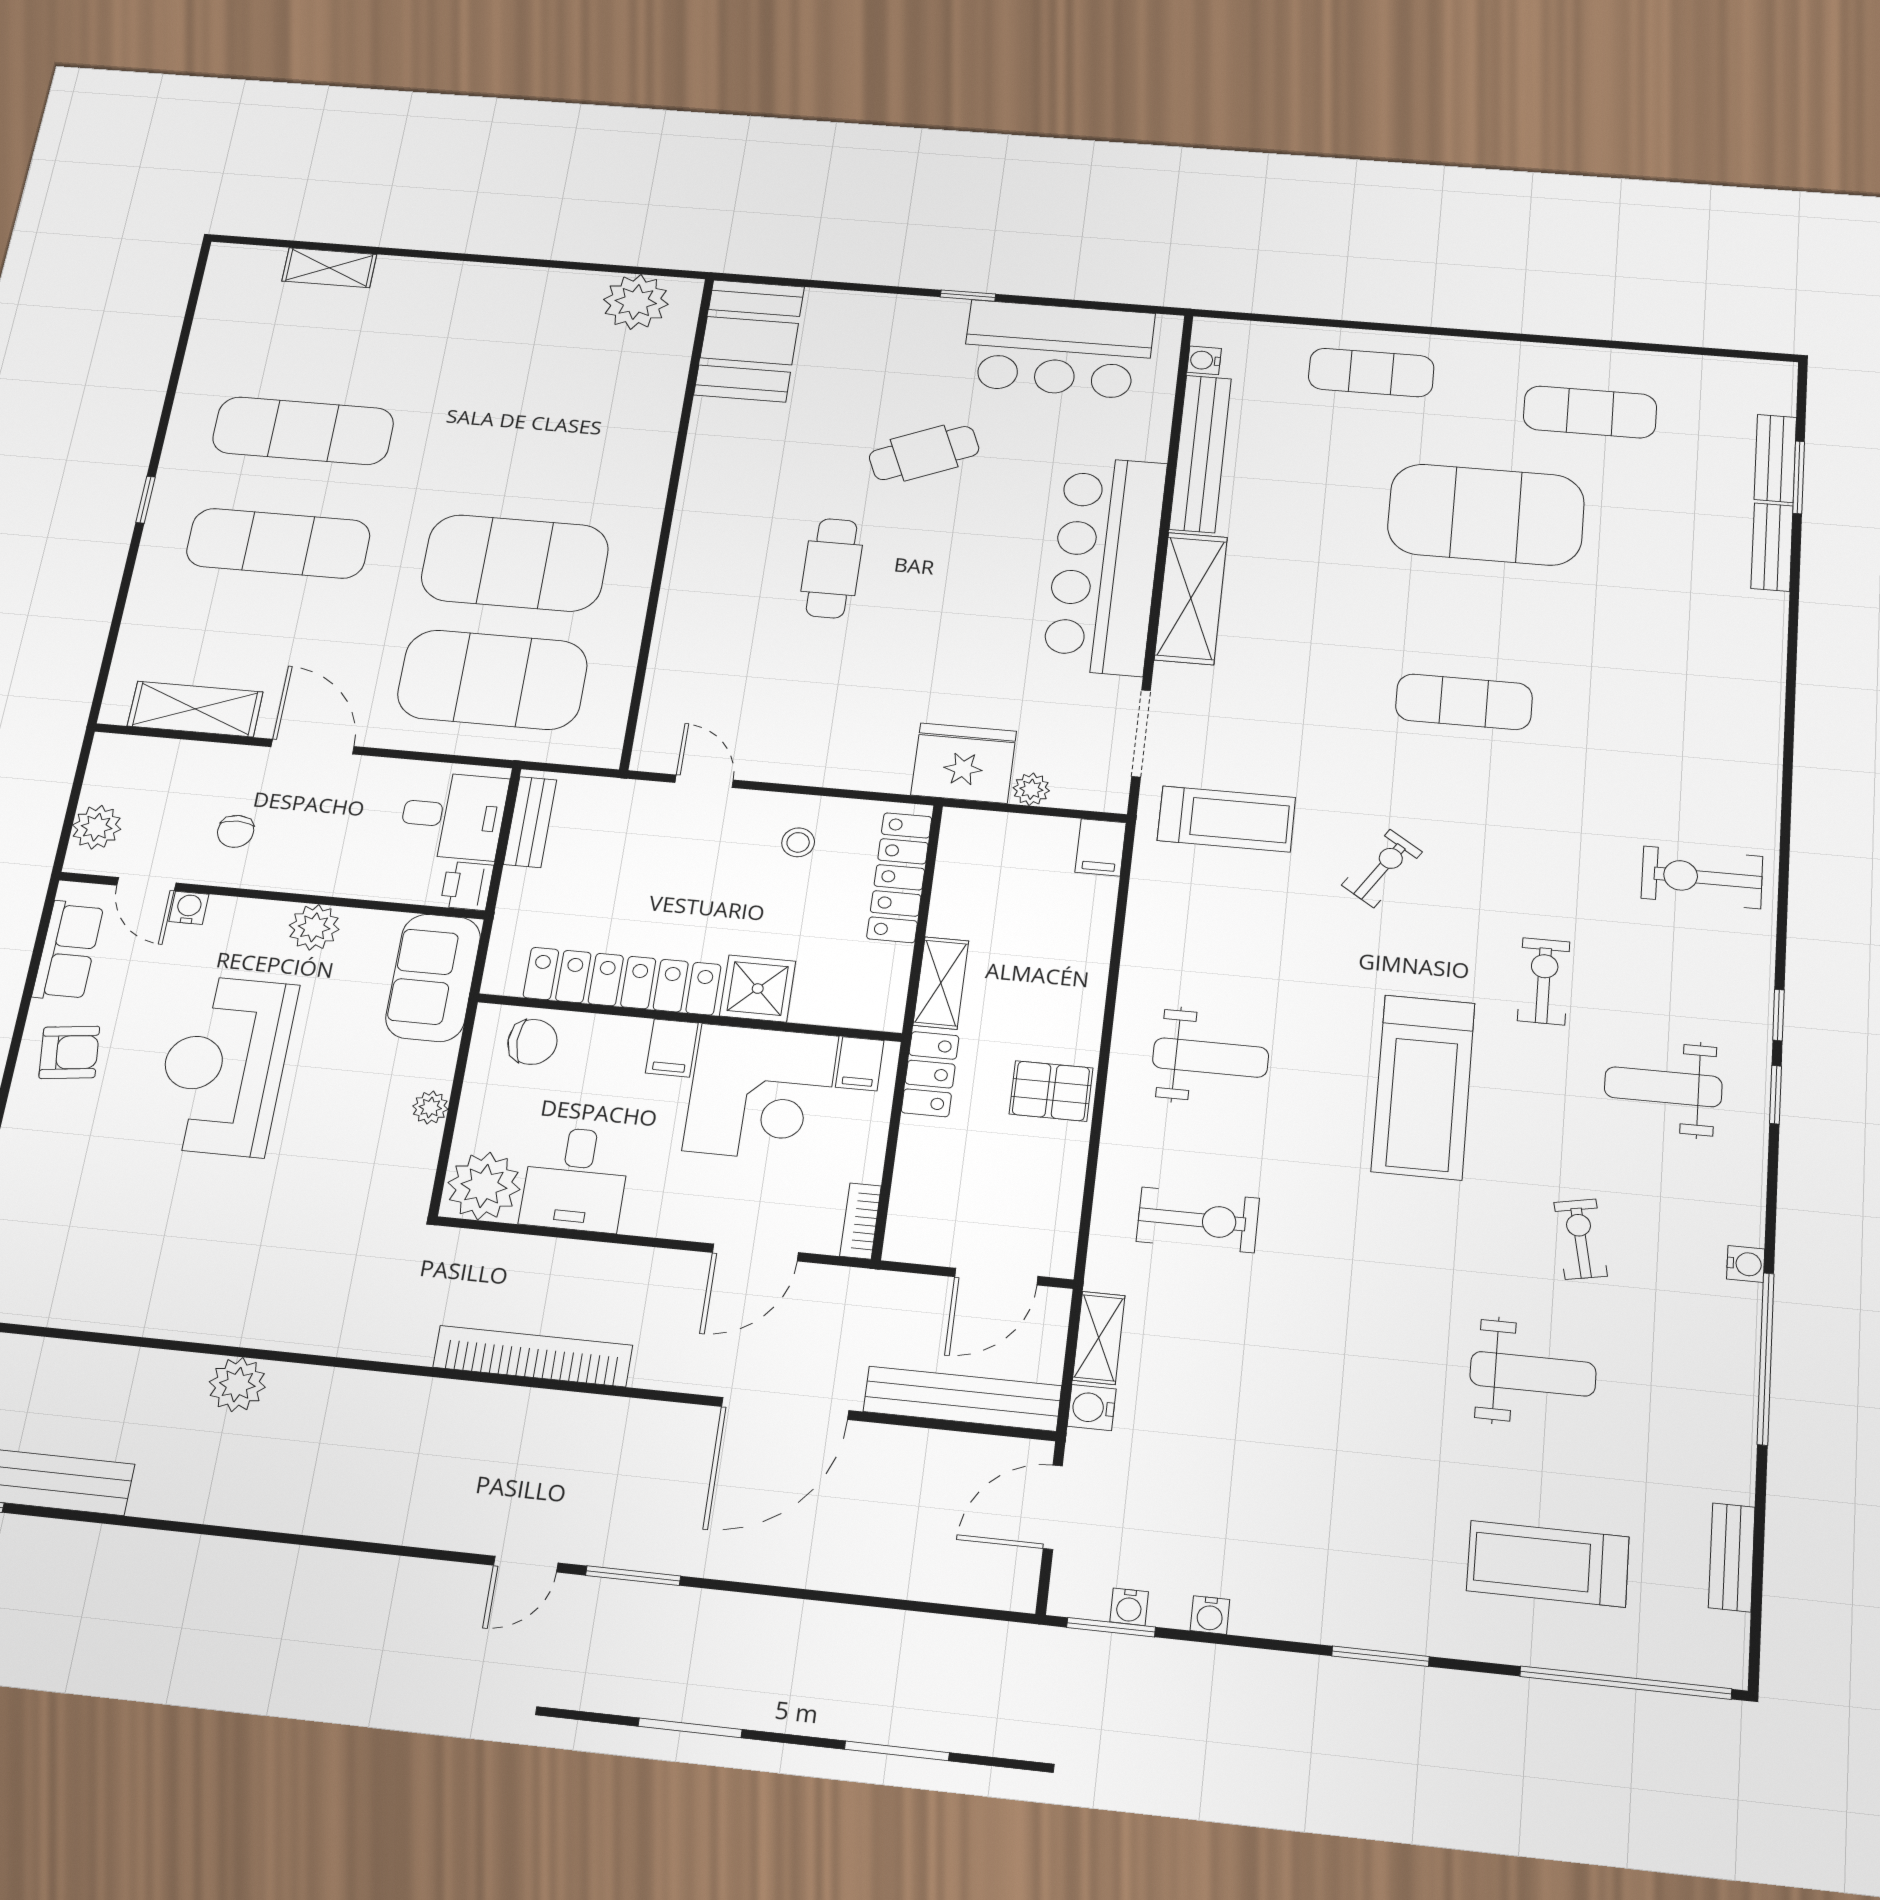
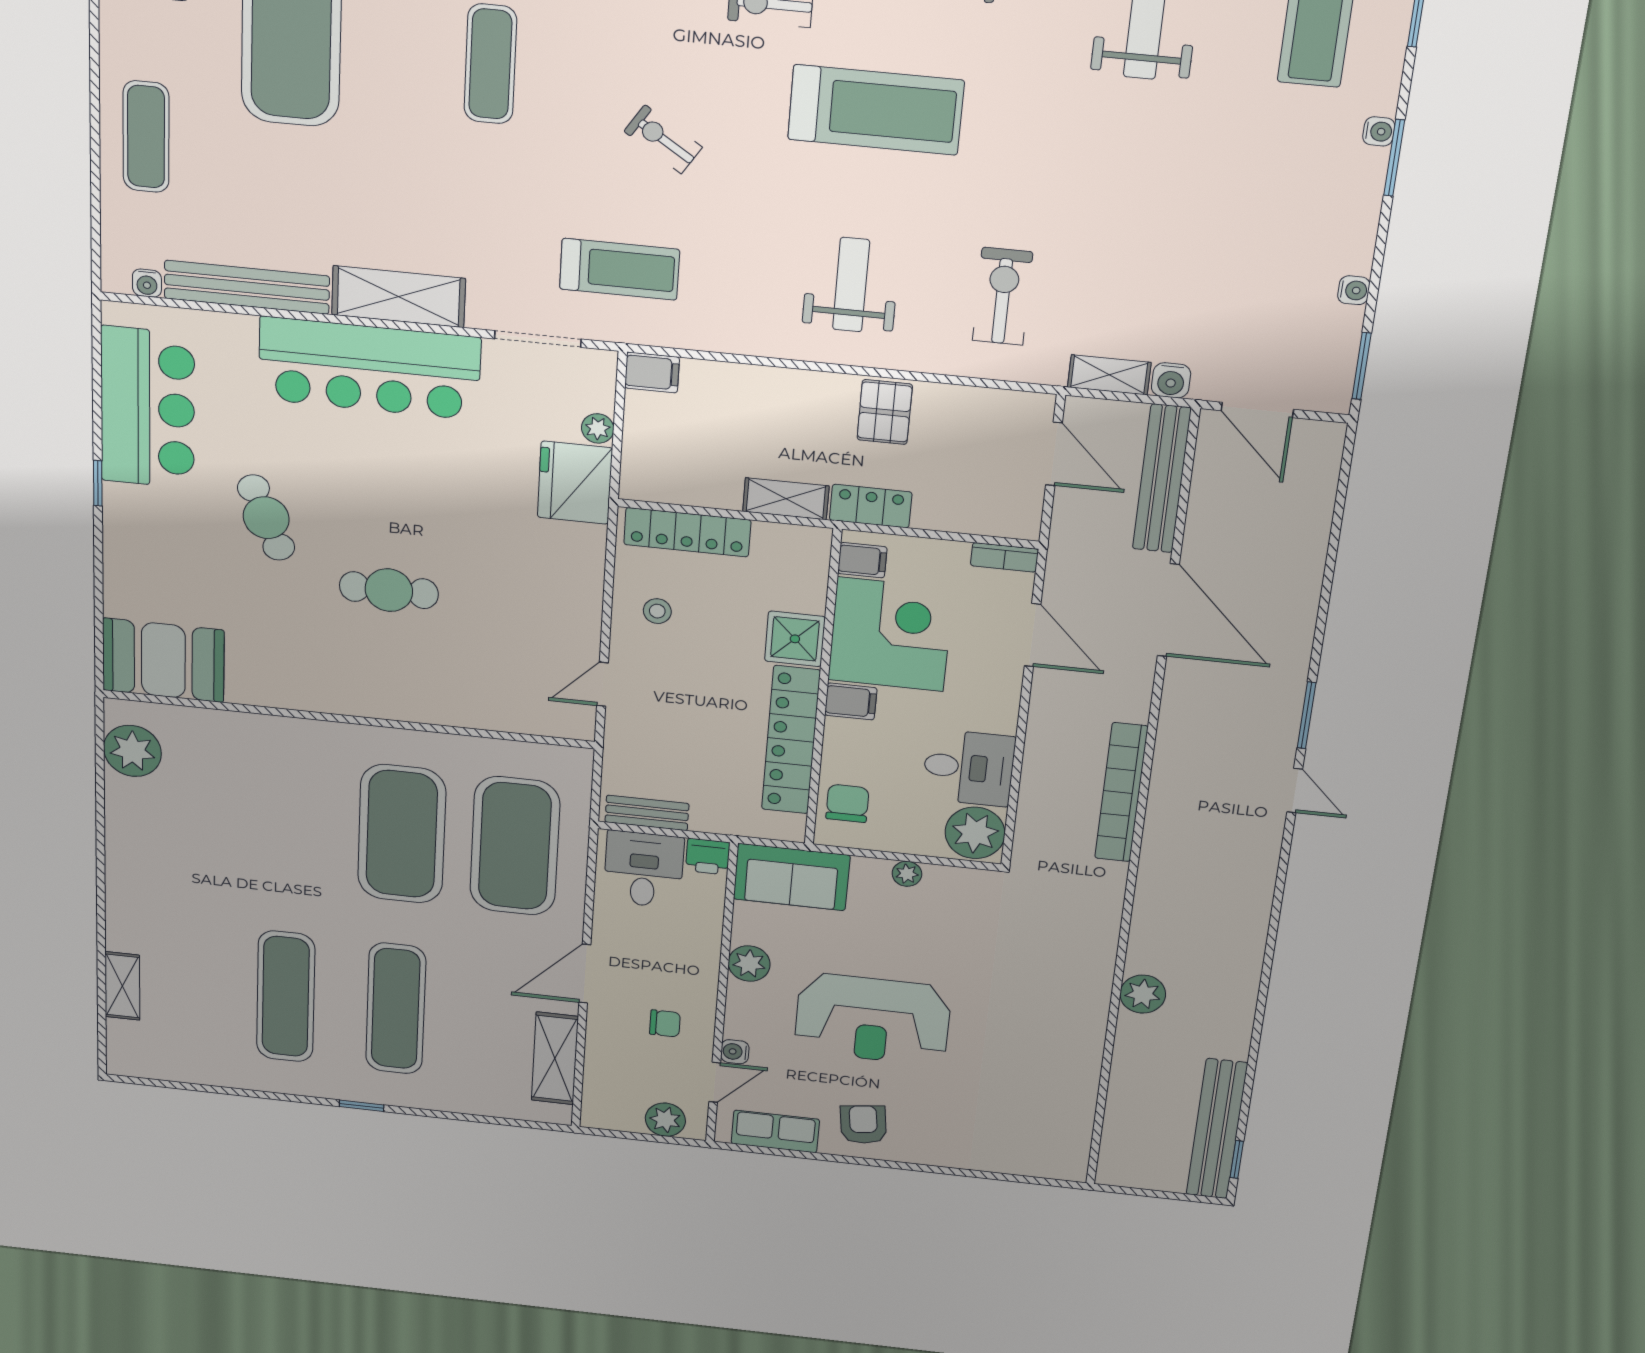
treadmill: (1226, 819) -> (620, 269), turned 90
water cooler: (1129, 1607) -> (1379, 131), moved

